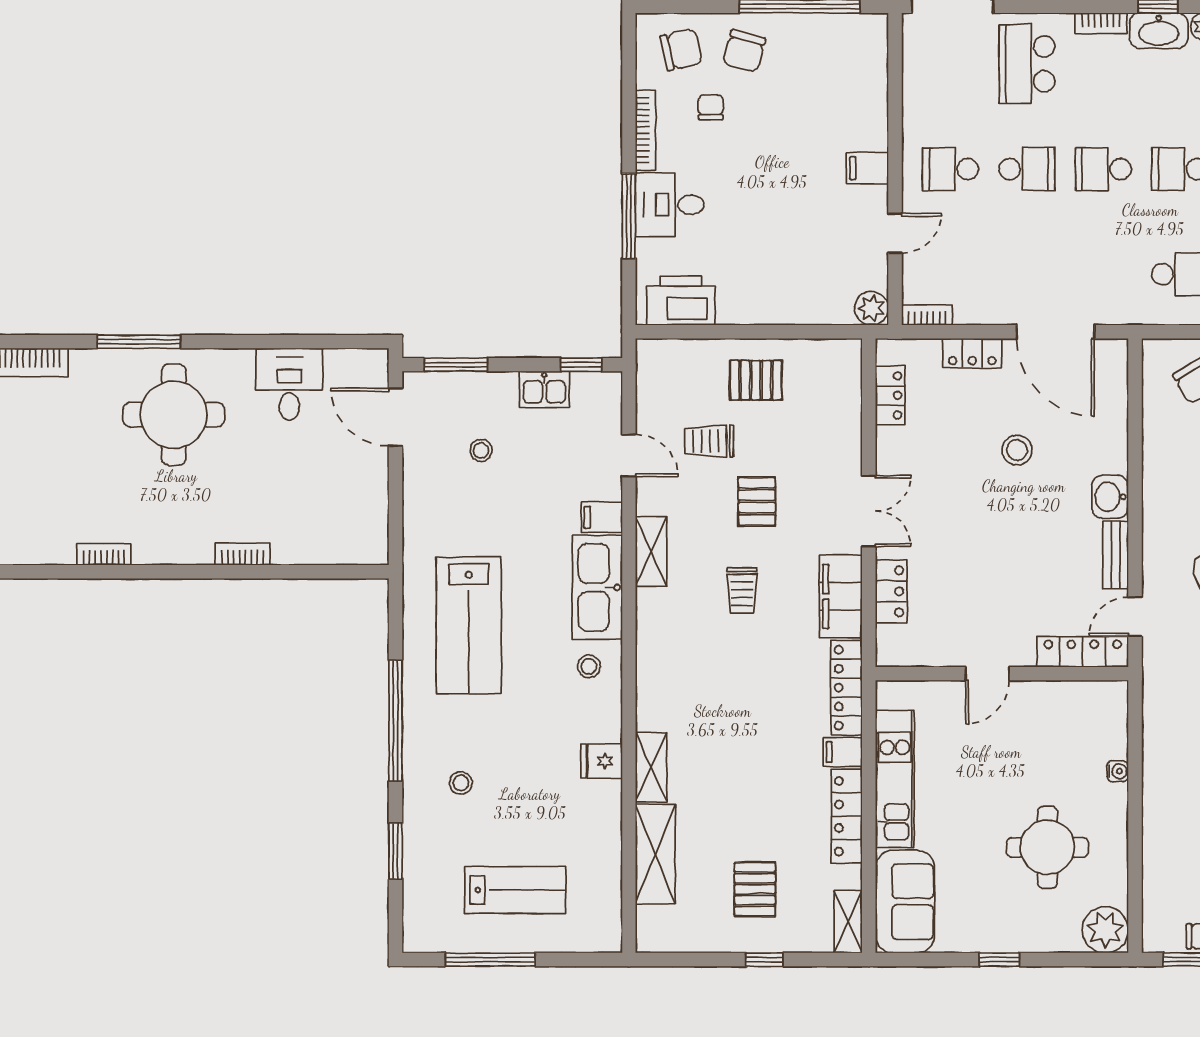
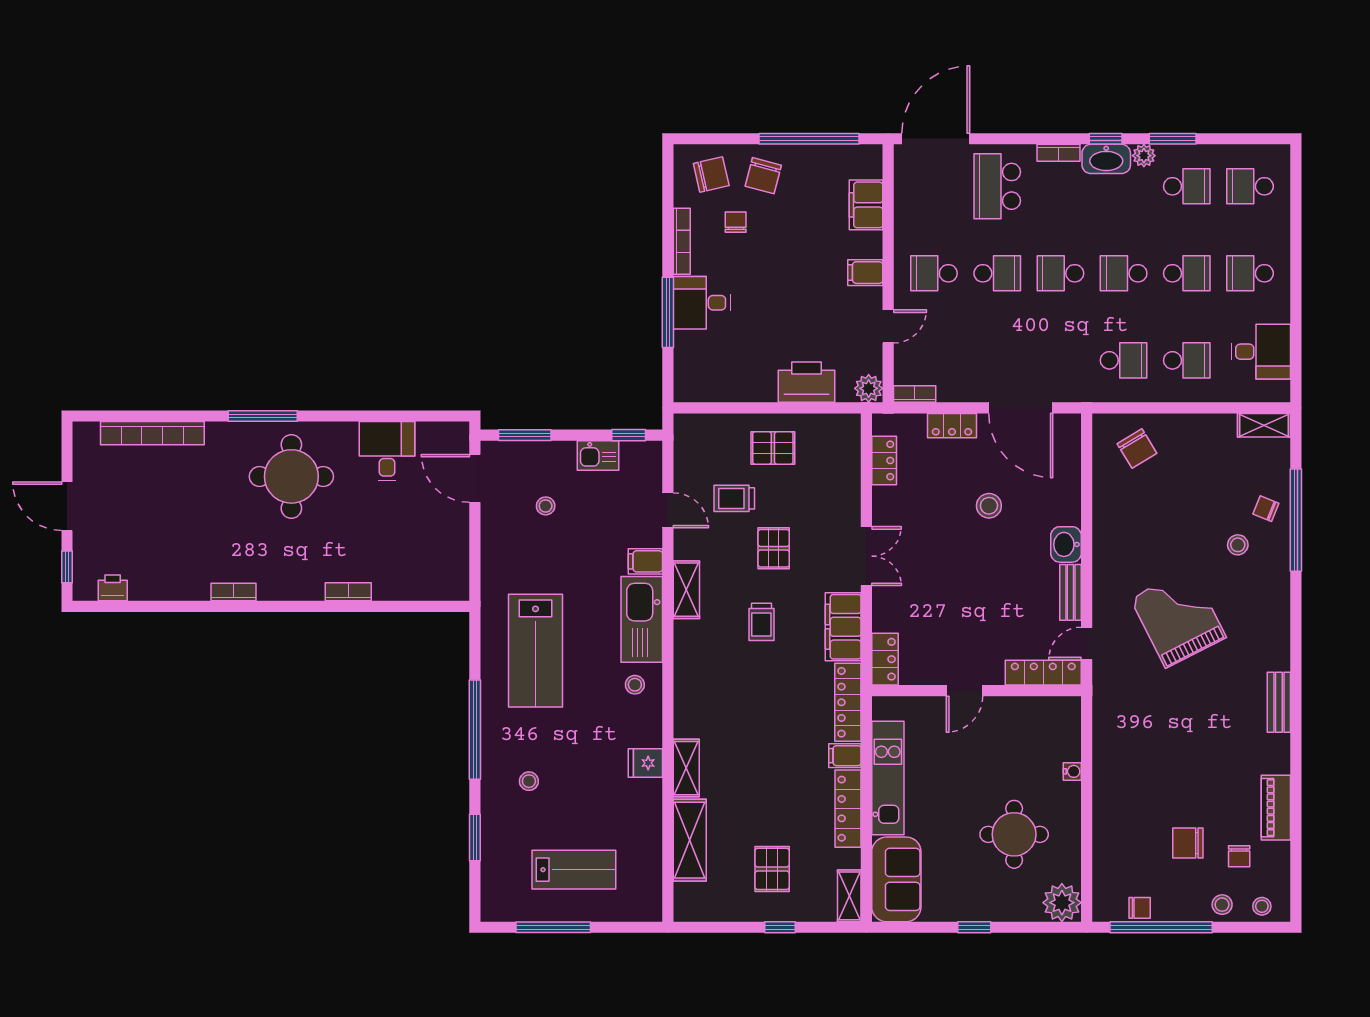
filing cabinet: (868, 86) -> (866, 205), added
printer: (681, 301) -> (807, 382), moved
locker: (891, 591) -> (885, 659), moved

